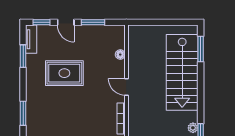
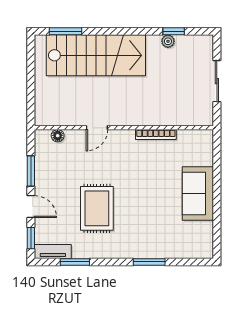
door: (66, 22) -> (31, 207), hinge flipped
floor lamp: (120, 55) -> (58, 136), moved
door: (126, 87) -> (97, 128), moved

